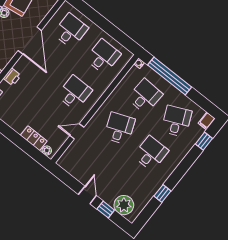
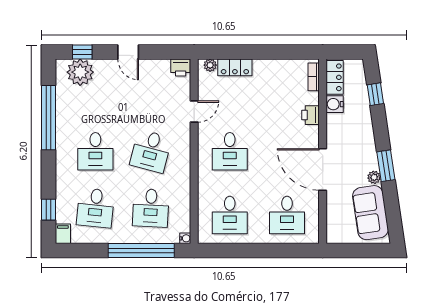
desk: (176, 121) -> (95, 208), turned 30
desk: (119, 128) -> (151, 151), turned 36
printer: (65, 163) -> (181, 67), added
window: (162, 194) -> (49, 118), width x3.17
window: (106, 209) -> (82, 52), moved

